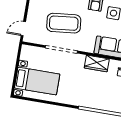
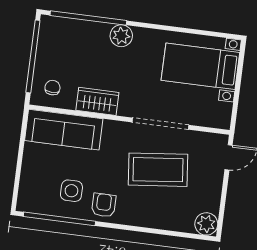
plant: (82, 100) -> (121, 36), added

